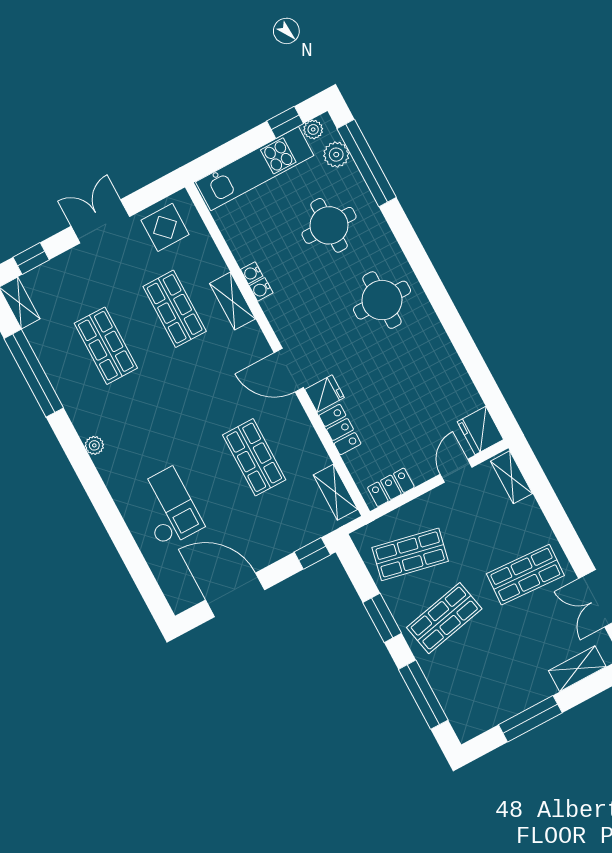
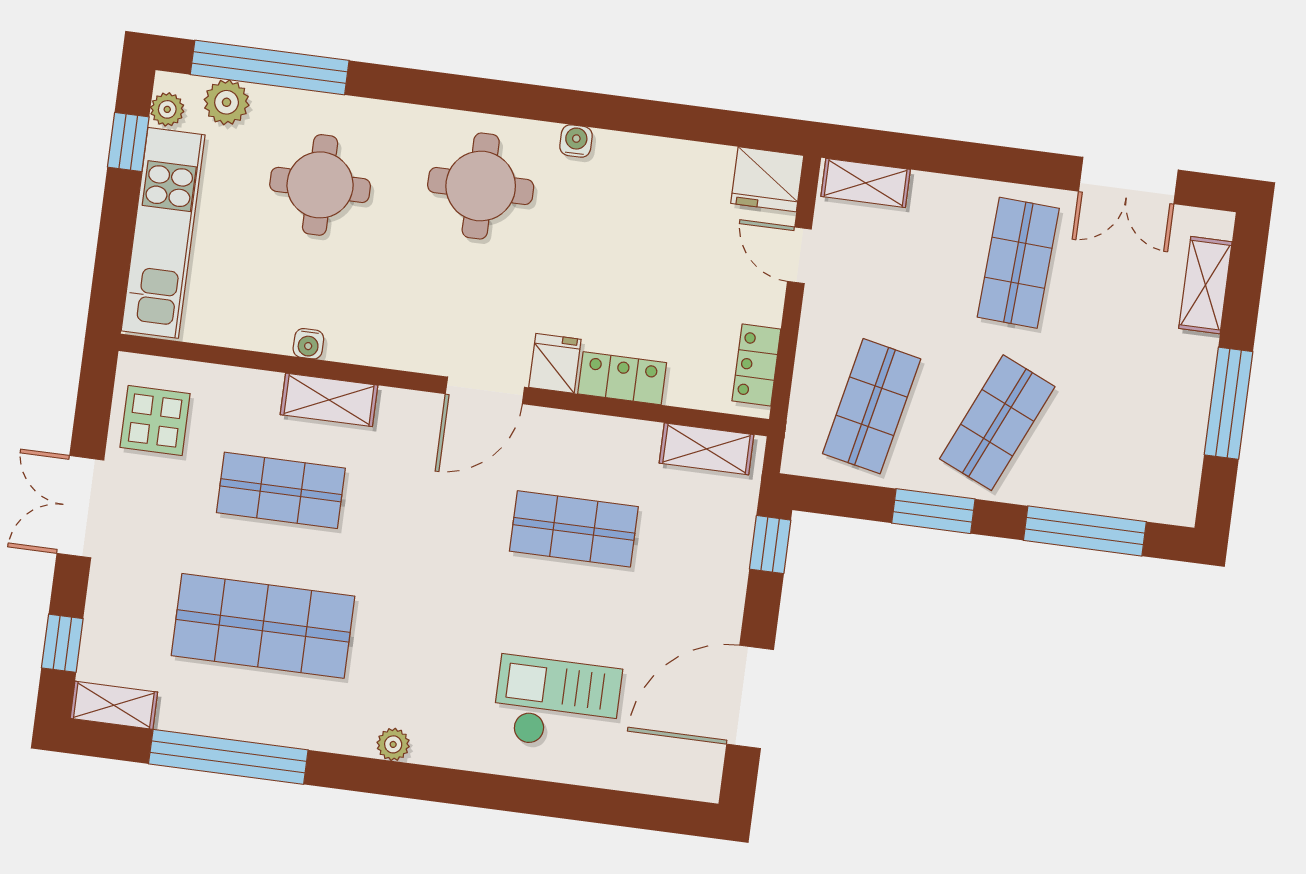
water cooler: (261, 289) -> (576, 141), moved, turned 180
shop shelf: (106, 346) -> (263, 626), width x1.43, depth x1.36
shop shelf: (444, 618) -> (997, 423), turned 36

